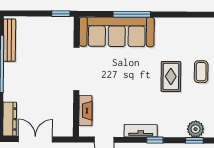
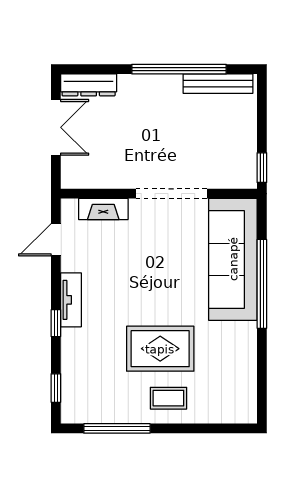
window: (132, 14) -> (262, 284), width x1.46
rug: (171, 76) -> (160, 349), width x1.36, depth x1.43
plant: (195, 129) -> (74, 390), removed

